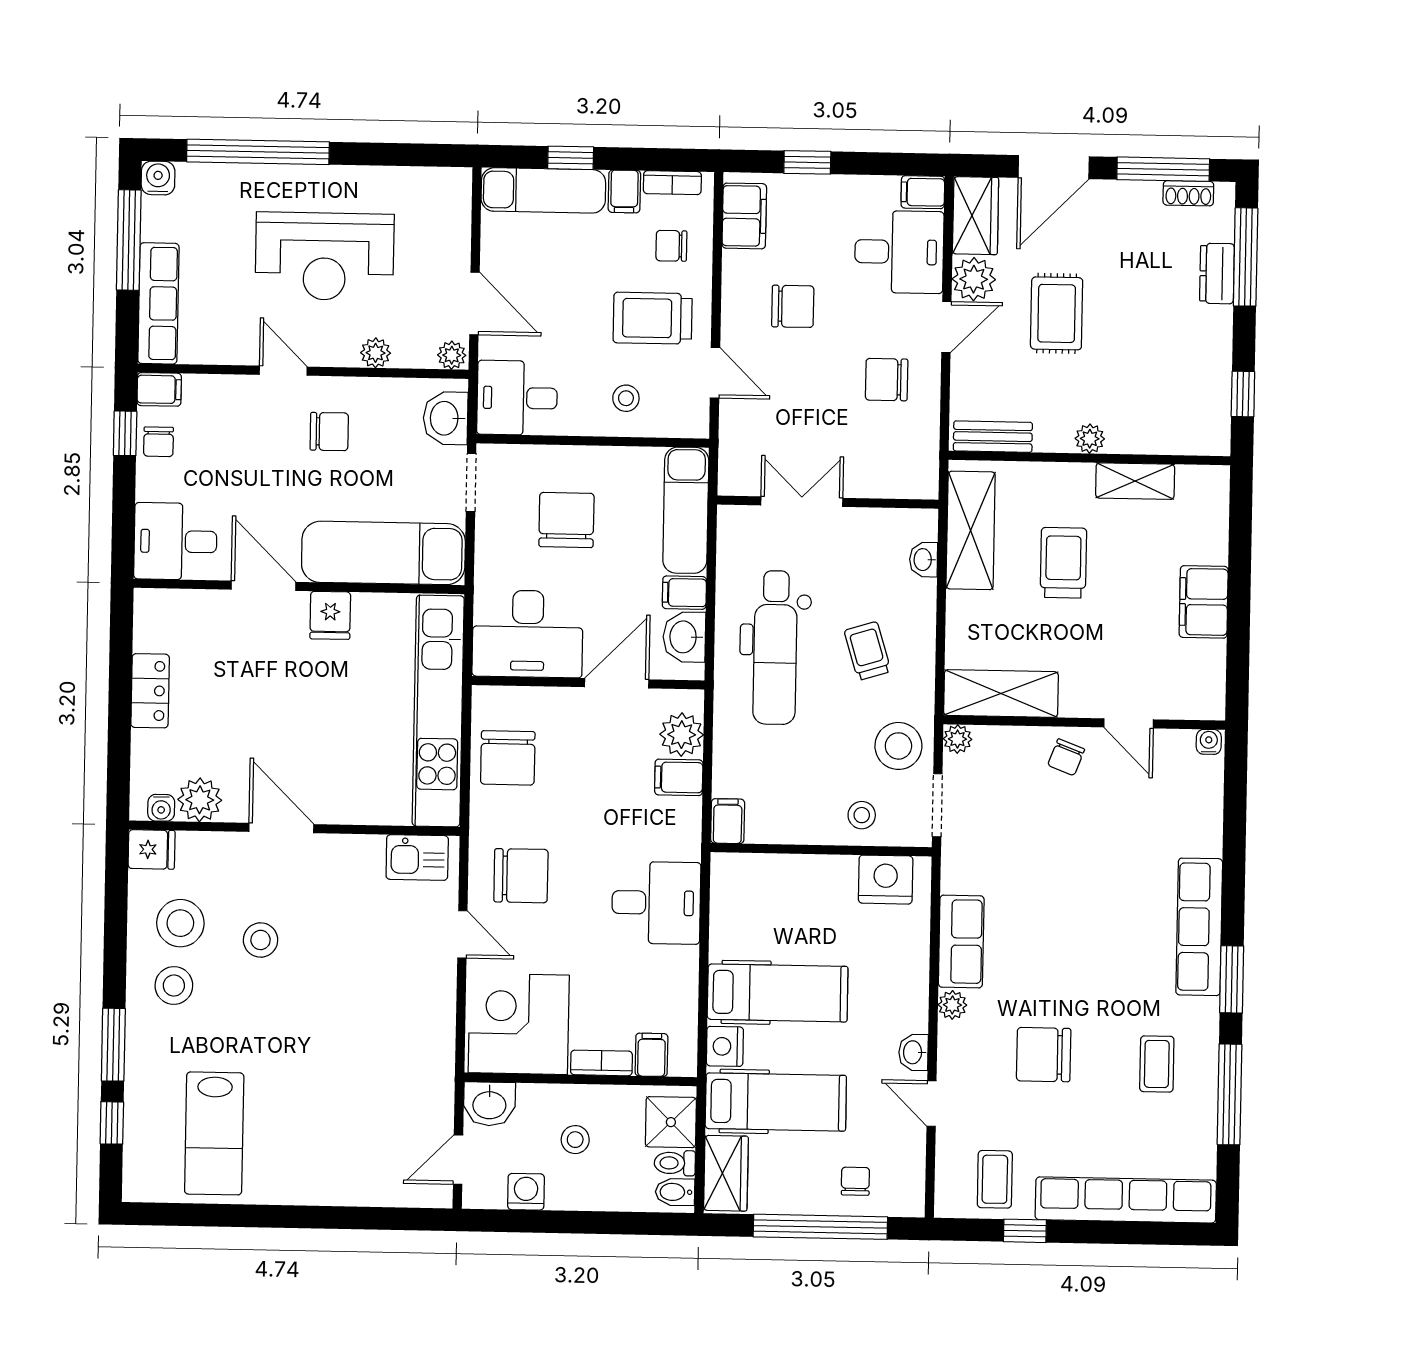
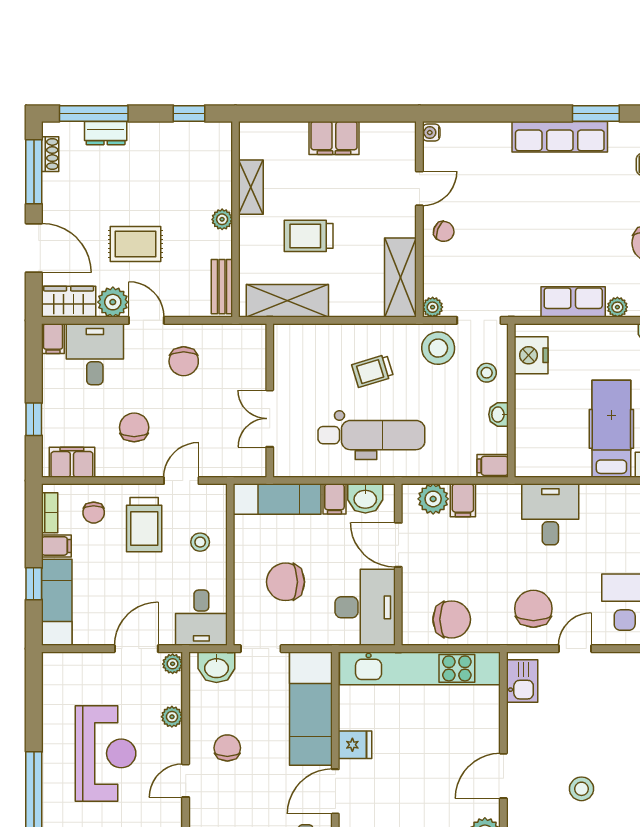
washbasin: (924, 560) -> (498, 414), moved, turned 90

